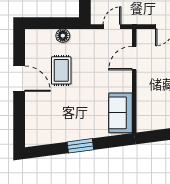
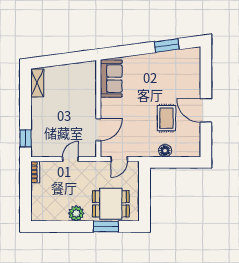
window: (80, 146) -> (167, 45), moved

